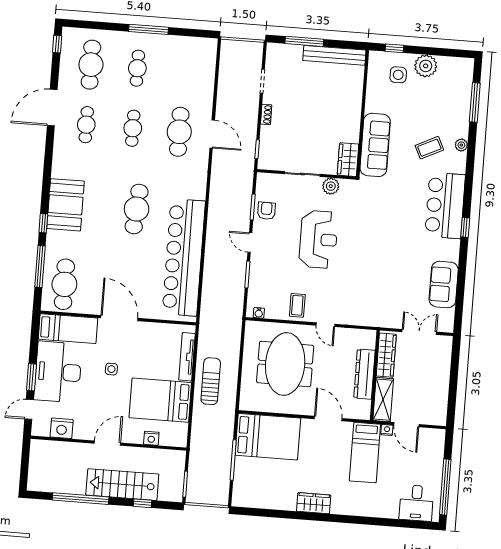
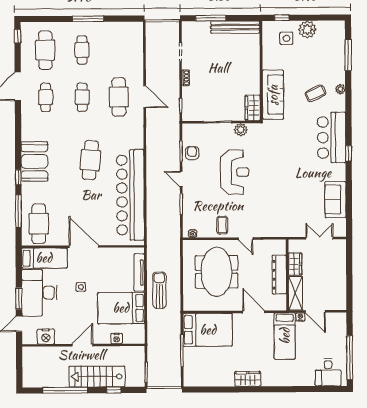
wardrobe: (386, 355) -> (295, 264), width x0.67

